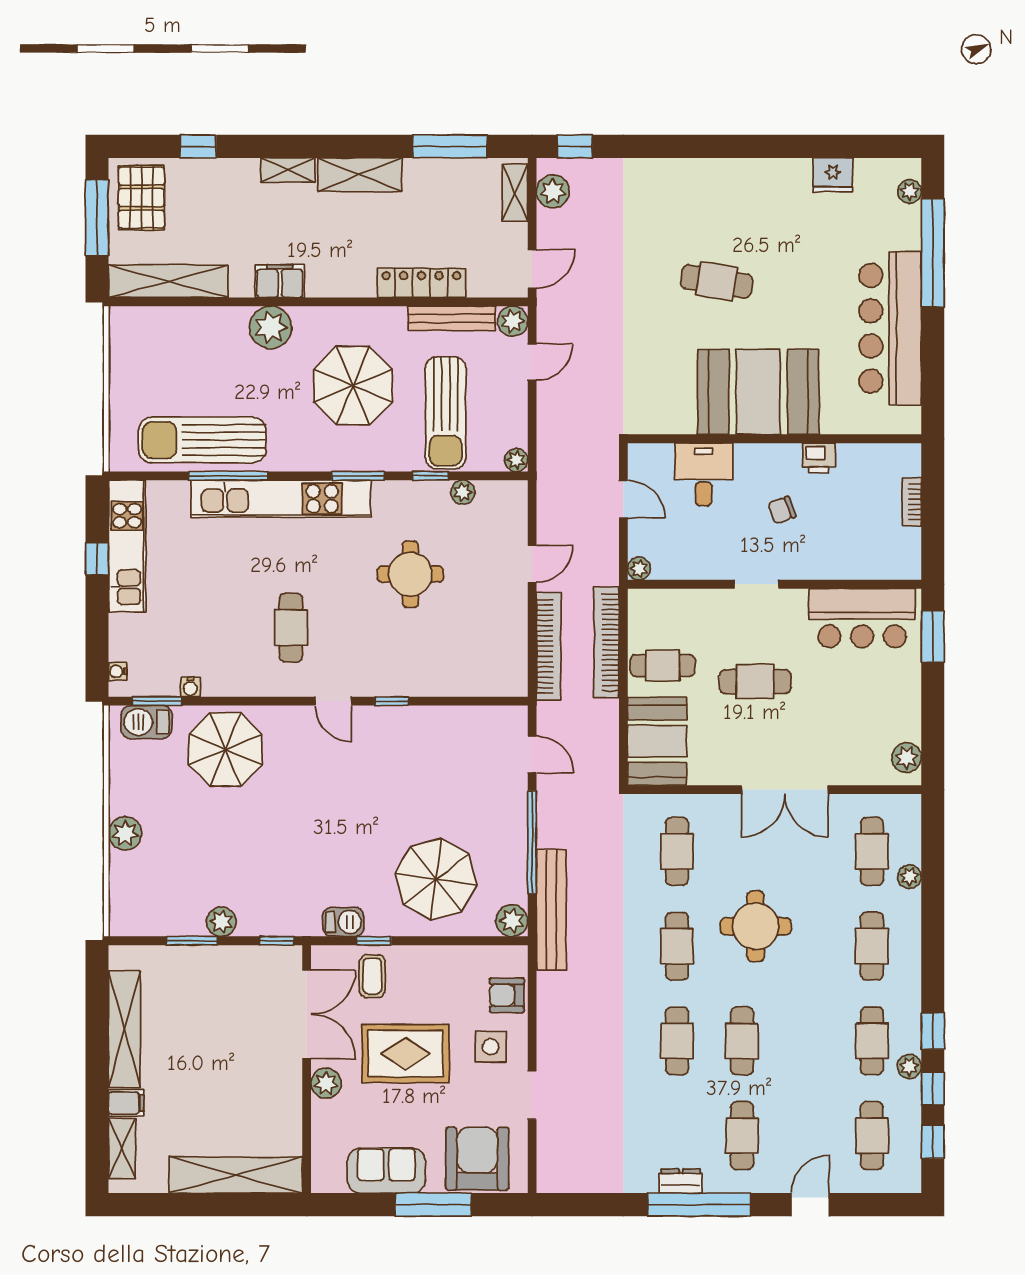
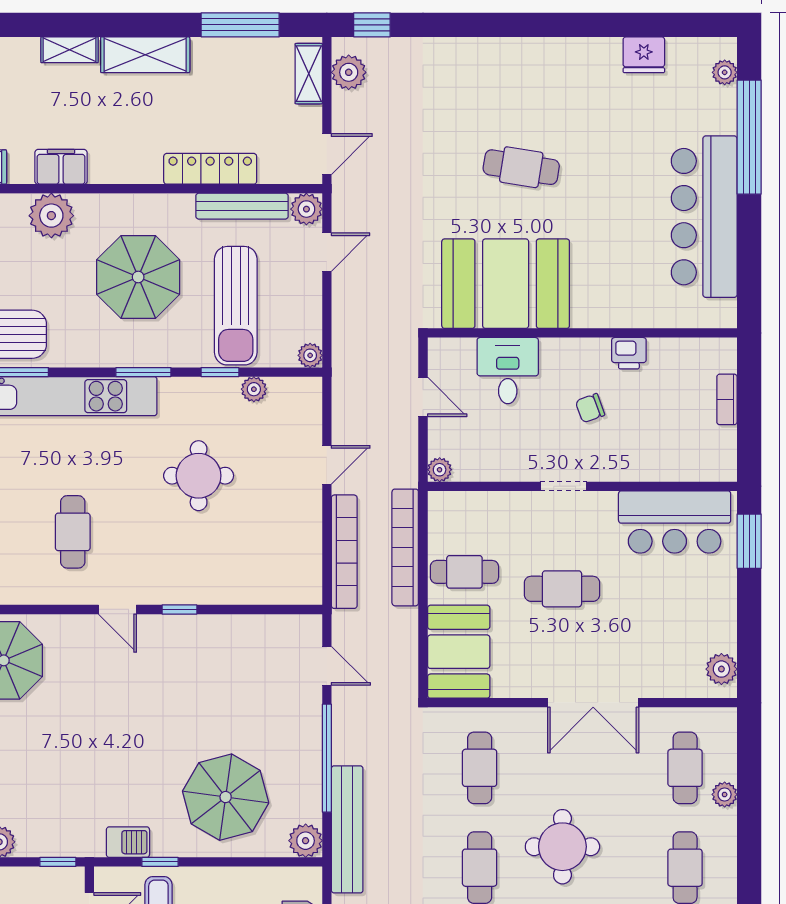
booth: (758, 392) -> (506, 284), moved

